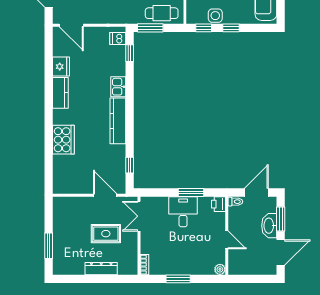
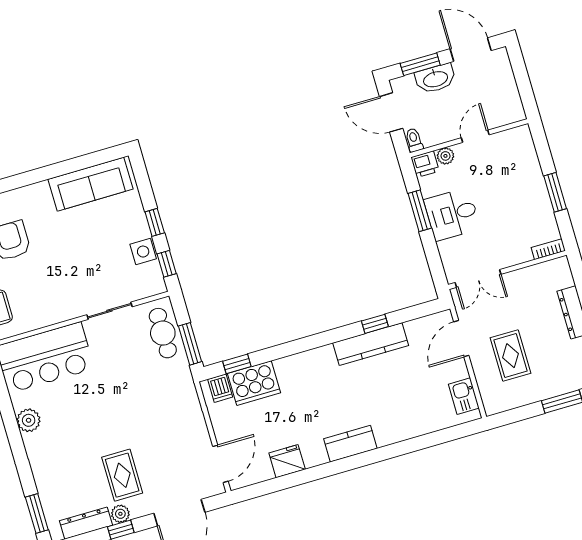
kitchen sink: (118, 87) -> (464, 396), moved, turned 90
kitchen counter: (60, 93) -> (350, 444), moved
kitchen counter: (118, 121) -> (371, 344), moved
cooker: (63, 140) -> (254, 383), moved, turned 180
window: (130, 165) -> (375, 324), moved
rug: (106, 234) -> (510, 356), moved
plant: (220, 269) -> (445, 156), moved

